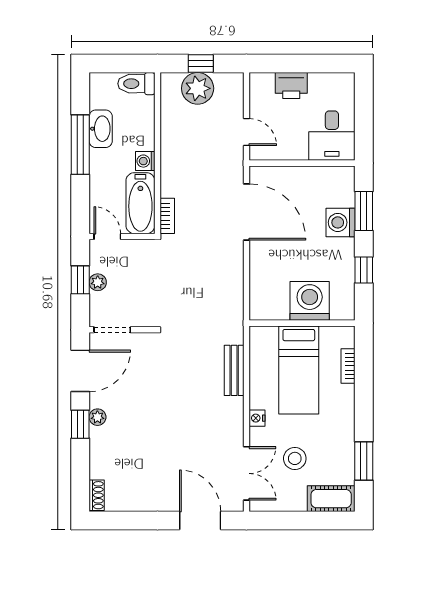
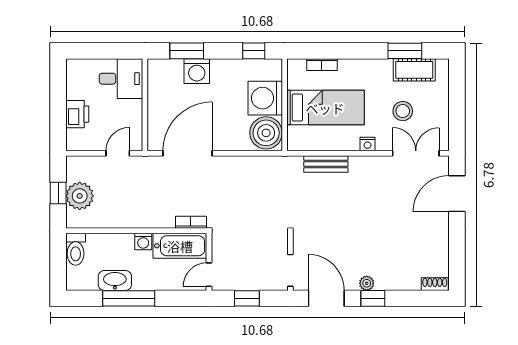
window: (364, 270) -> (254, 51), moved
plant: (98, 282) -> (249, 283), removed
boiler: (270, 302) -> (266, 133), added
cot: (331, 499) -> (414, 70), moved, turned 90

